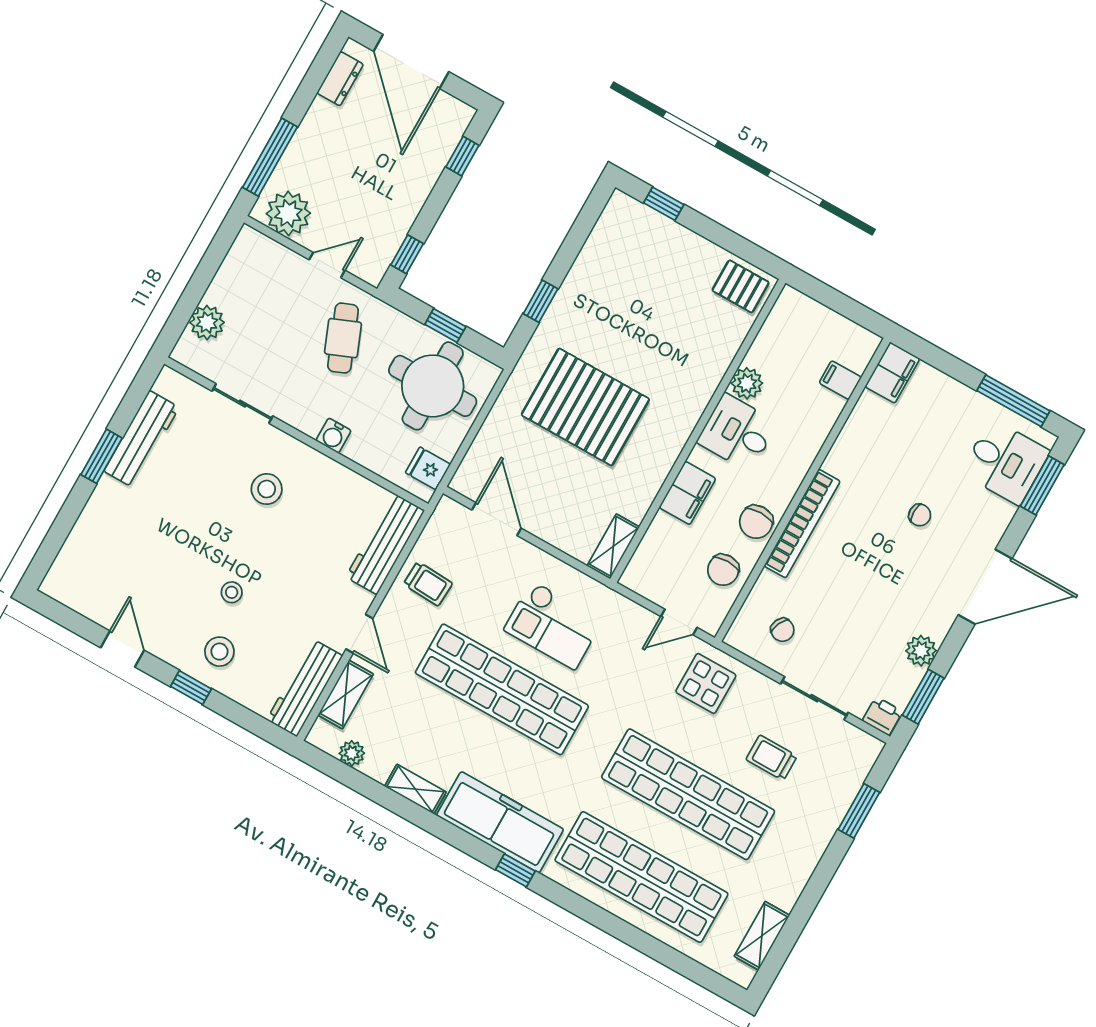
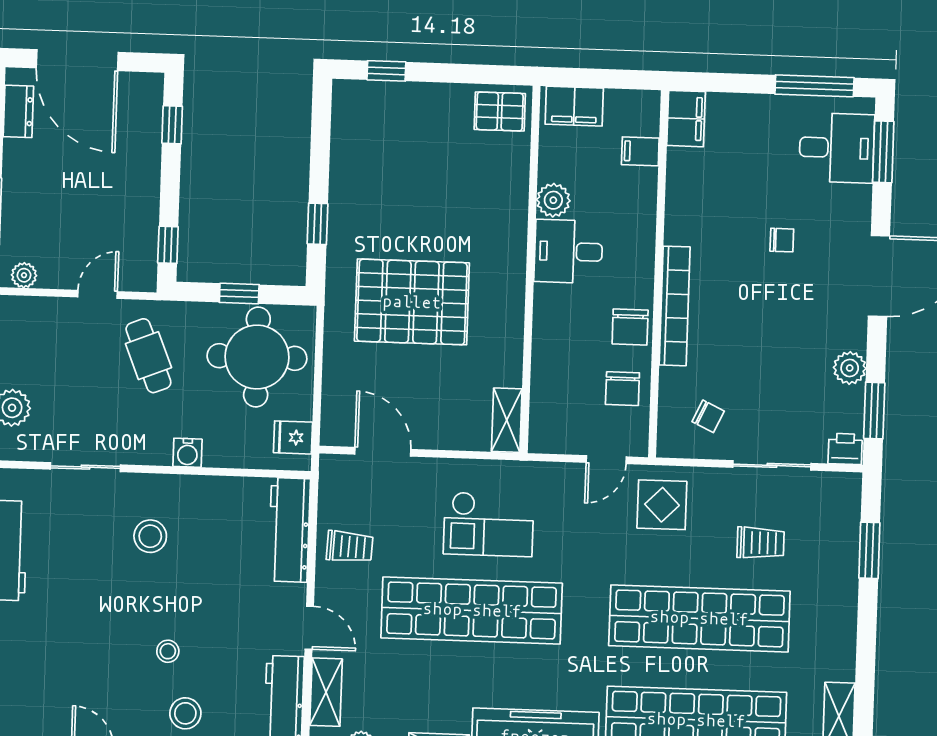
plant: (288, 213) -> (24, 275), width x0.53, depth x0.53
filing cabinet: (687, 493) -> (574, 106), moved, turned 90
trolley: (772, 758) -> (761, 543), turned 180

